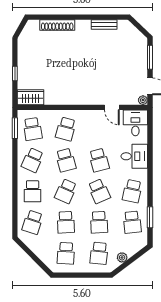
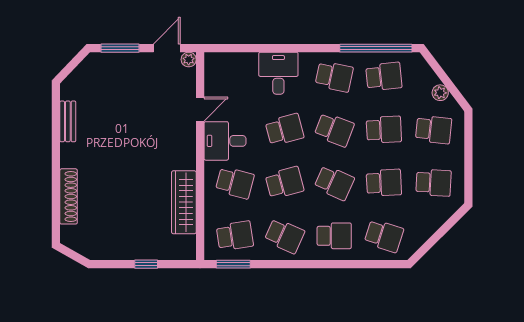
wardrobe: (30, 97) -> (184, 202), moved, width x1.50
desk: (135, 123) -> (225, 141), moved
school desk: (99, 191) -> (334, 130), turned 45
window: (150, 217) -> (376, 48), width x2.11

